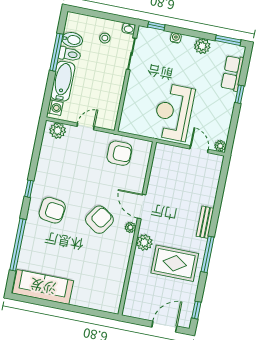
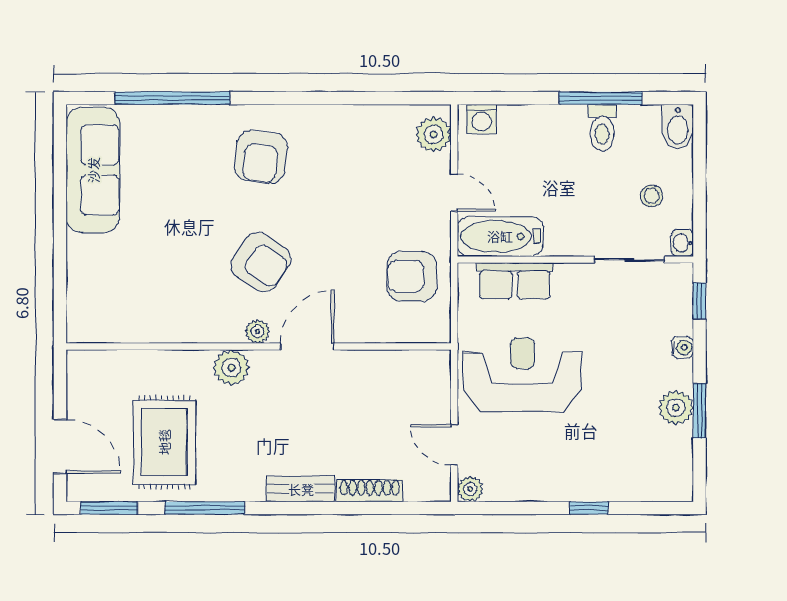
bidet: (72, 40) -> (678, 127), moved
window: (228, 40) -> (699, 411), moved
row of seats: (232, 73) -> (515, 281), moved, turned 180
bathtub: (63, 81) -> (500, 236), moved, turned 180
door: (199, 149) -> (454, 445), swing flipped
armchair: (119, 153) -> (412, 276), turned 90
window: (29, 189) -> (297, 98), removed
shoe rack: (212, 191) -> (370, 491), added
window: (208, 254) -> (205, 508), moved
rug: (175, 263) -> (164, 442), moved
window: (196, 310) -> (109, 508), width x1.50

